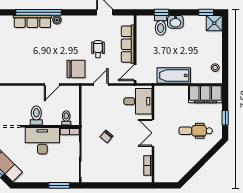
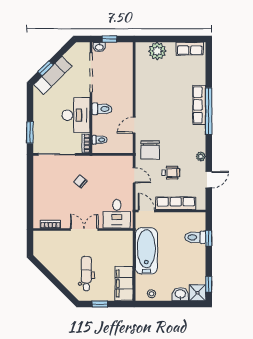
plant: (57, 20) -> (201, 156), moved
washbasin: (175, 22) -> (180, 294), moved, turned 90
bathtub: (174, 75) -> (146, 251), width x1.36, depth x1.36
door: (52, 84) -> (134, 125), hinge flipped

